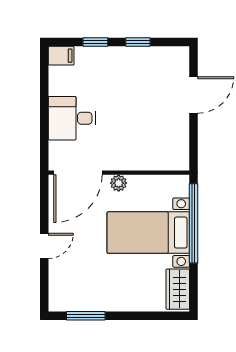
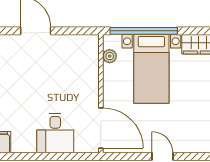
plant: (119, 183) -> (110, 56), moved

